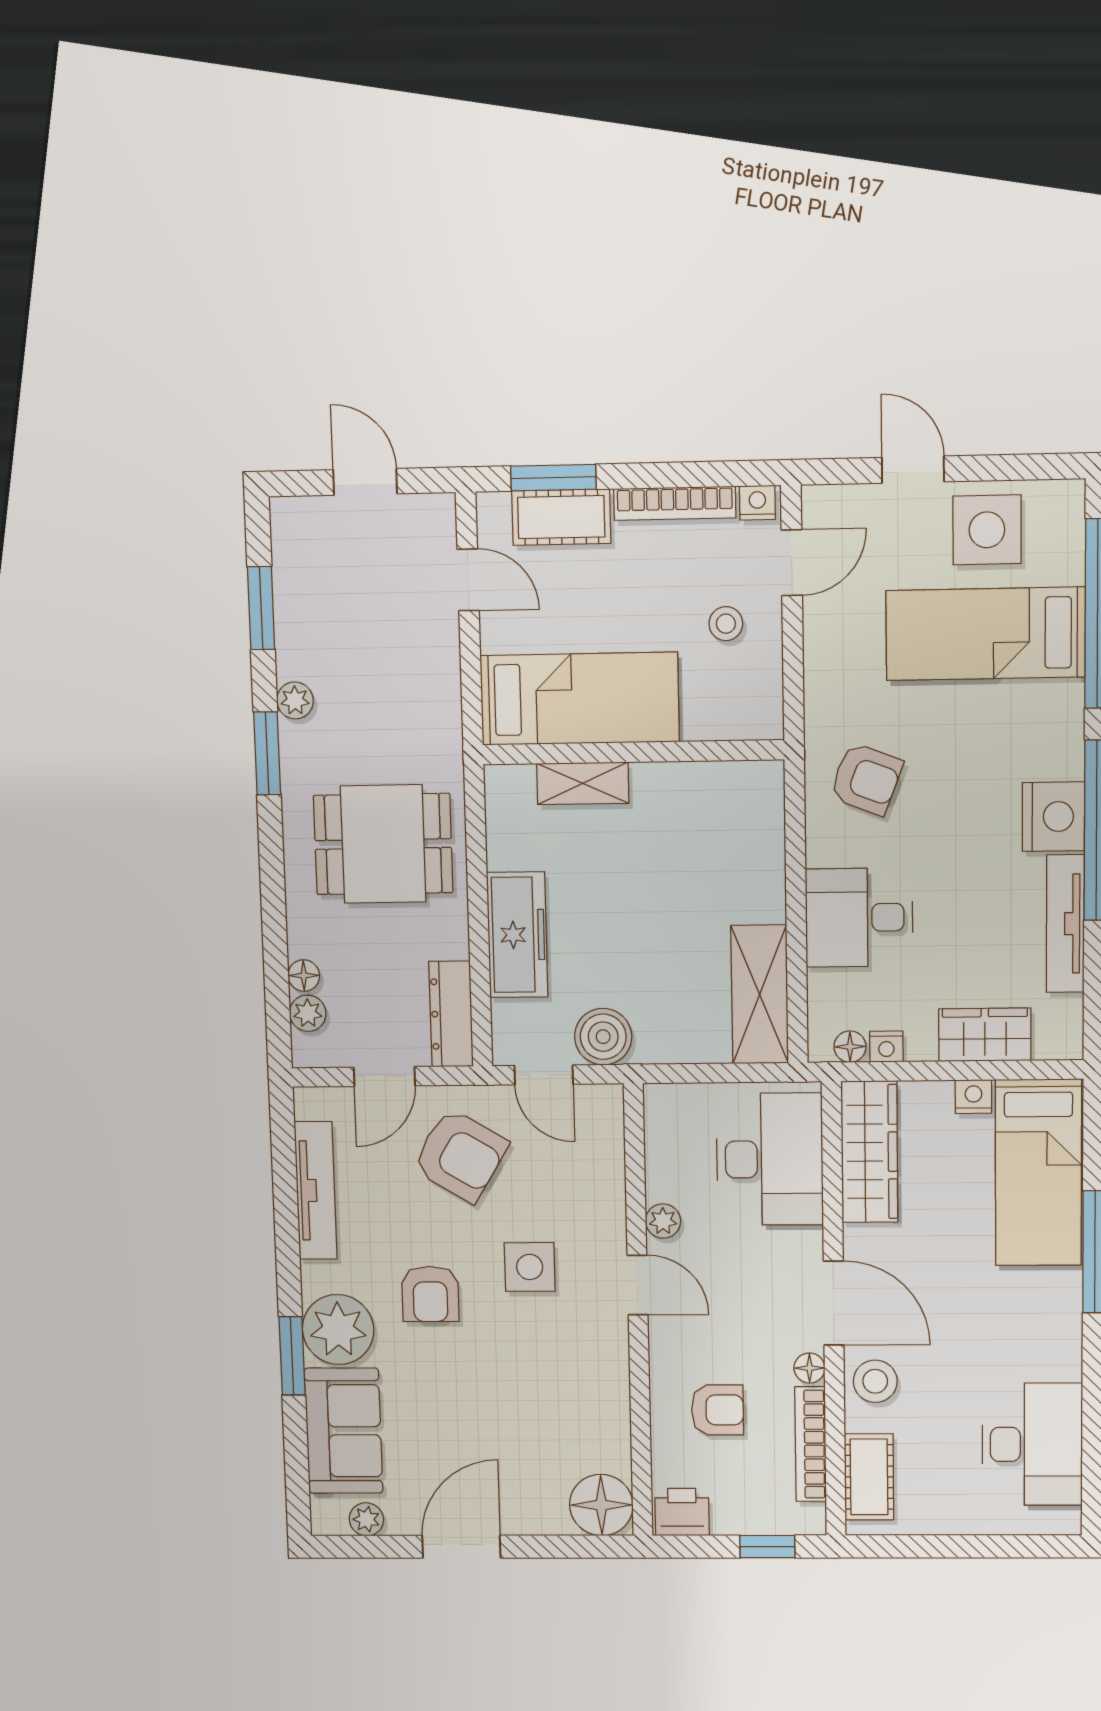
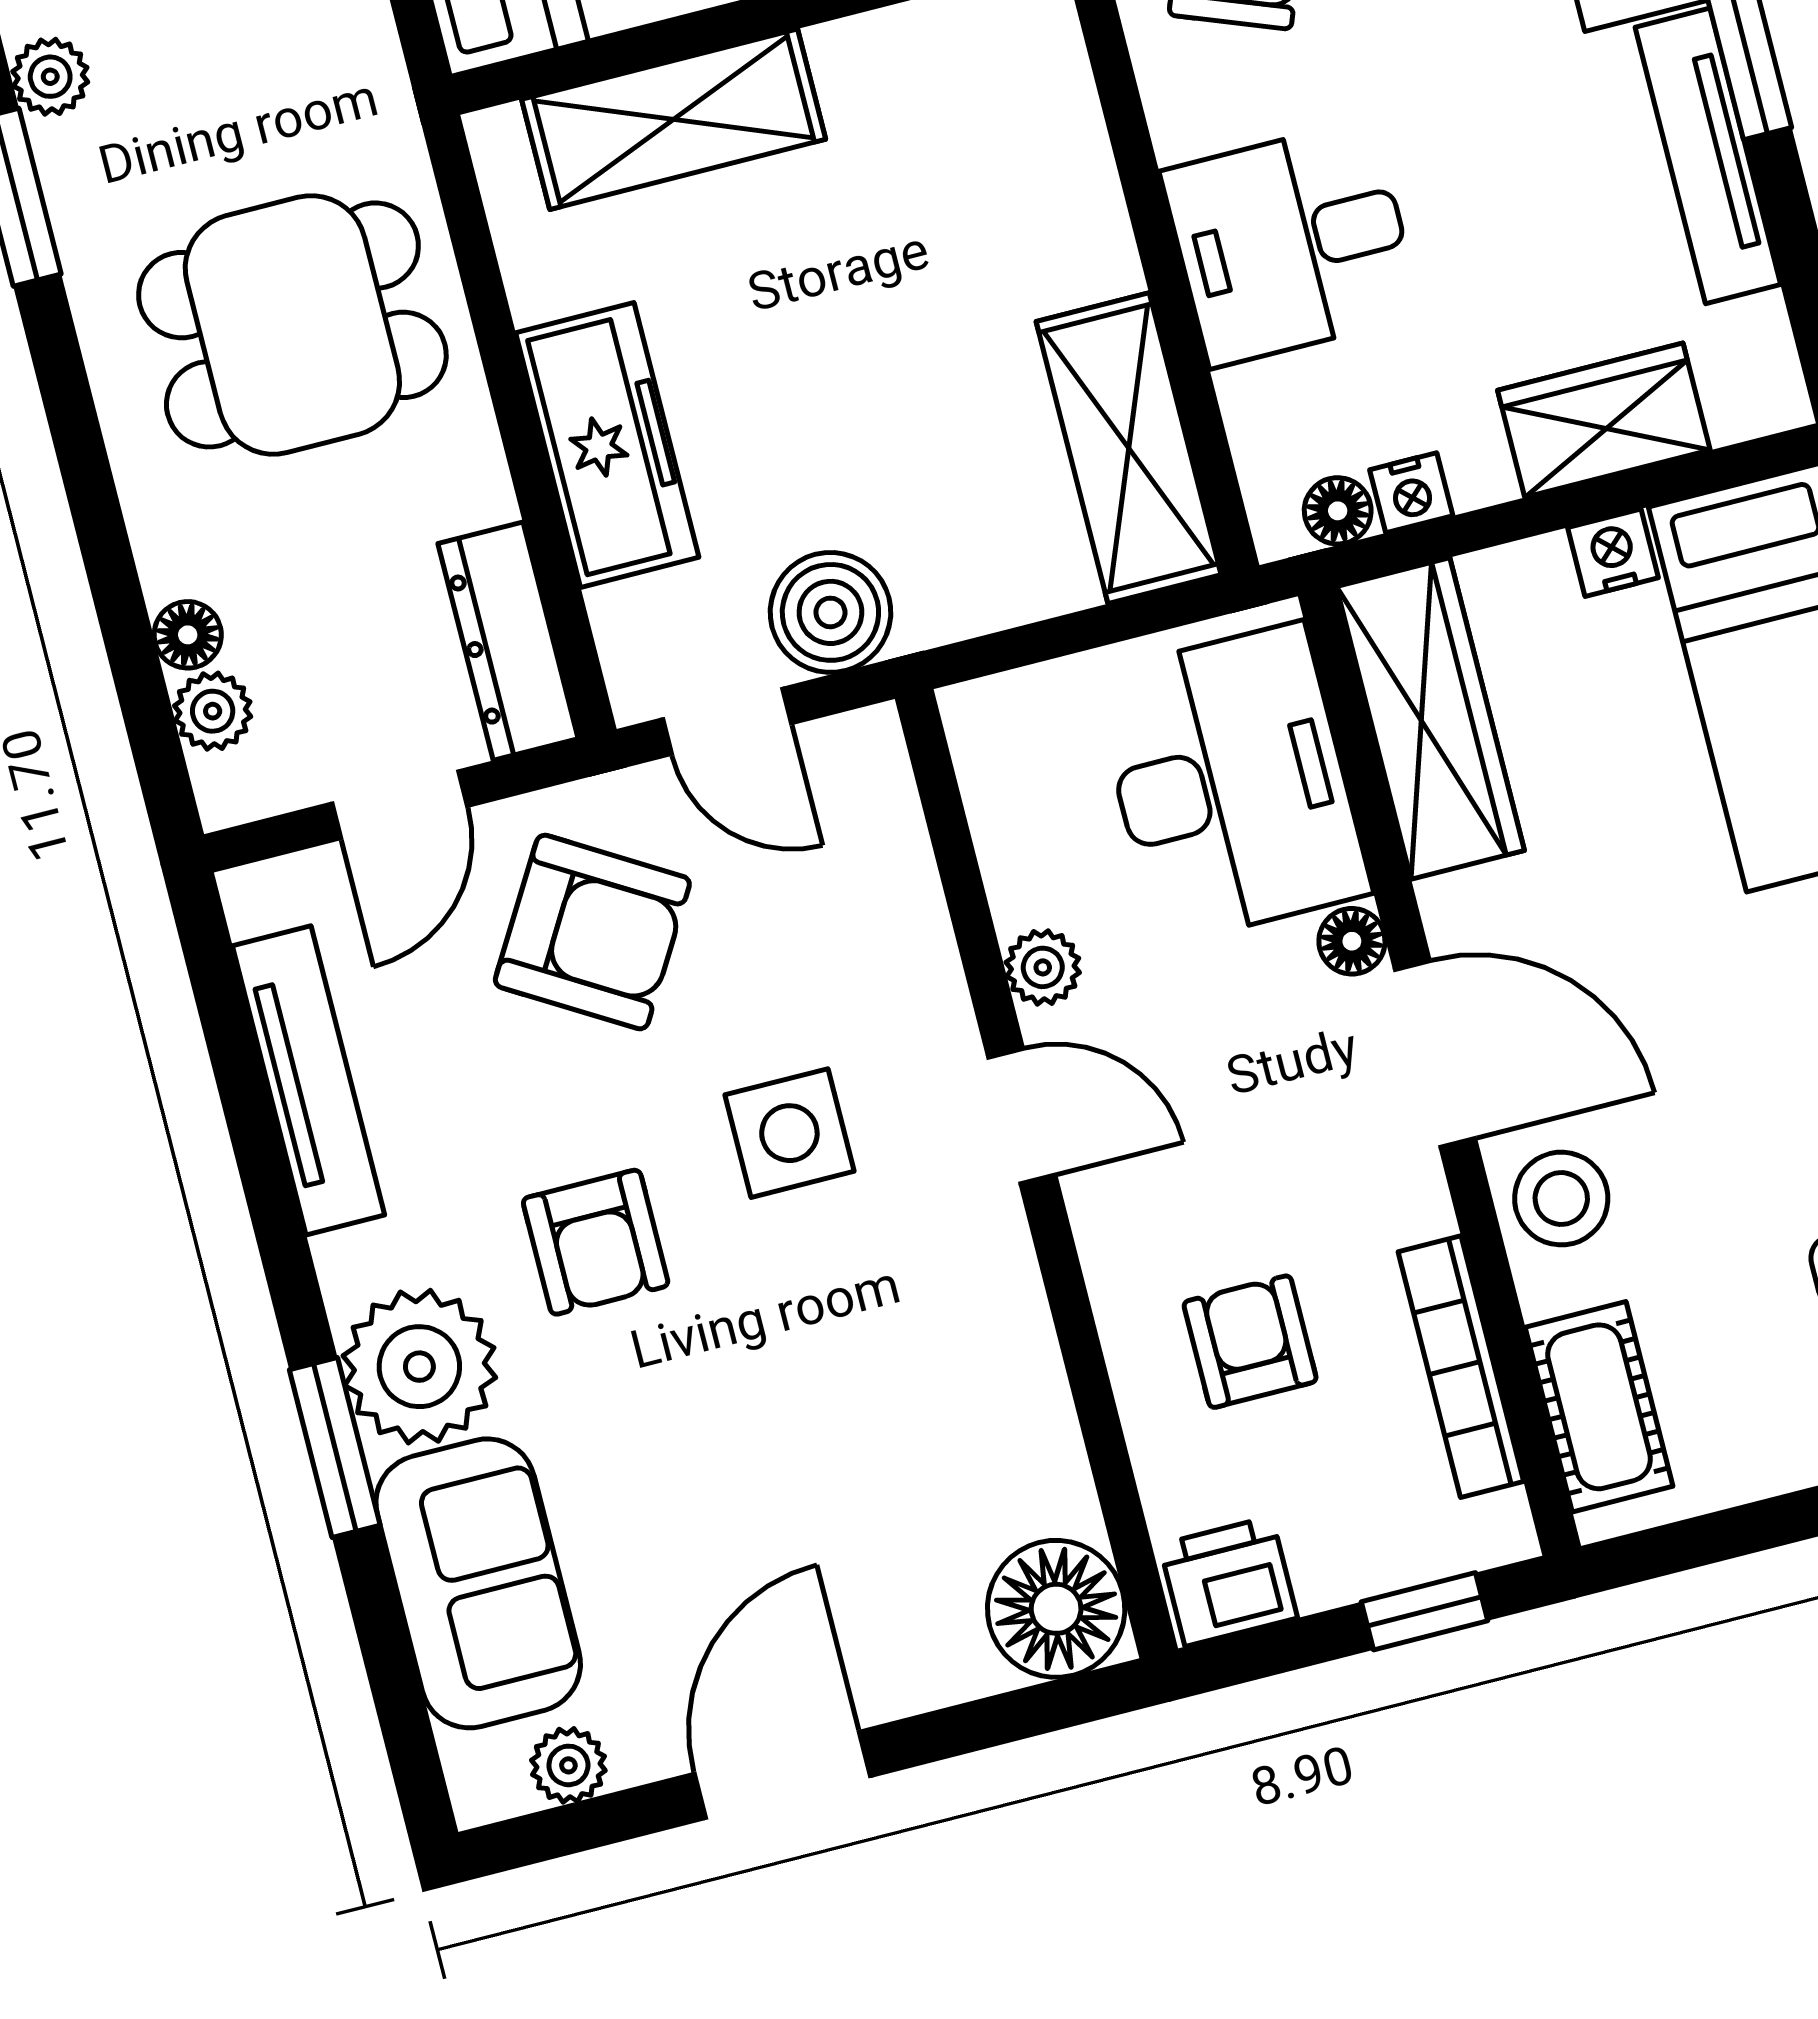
shelving: (583, 783) -> (674, 119), width x1.50, depth x1.33
floor lamp: (809, 1368) -> (1352, 941), moved
armchair: (717, 1410) -> (1250, 1342), turned -90

